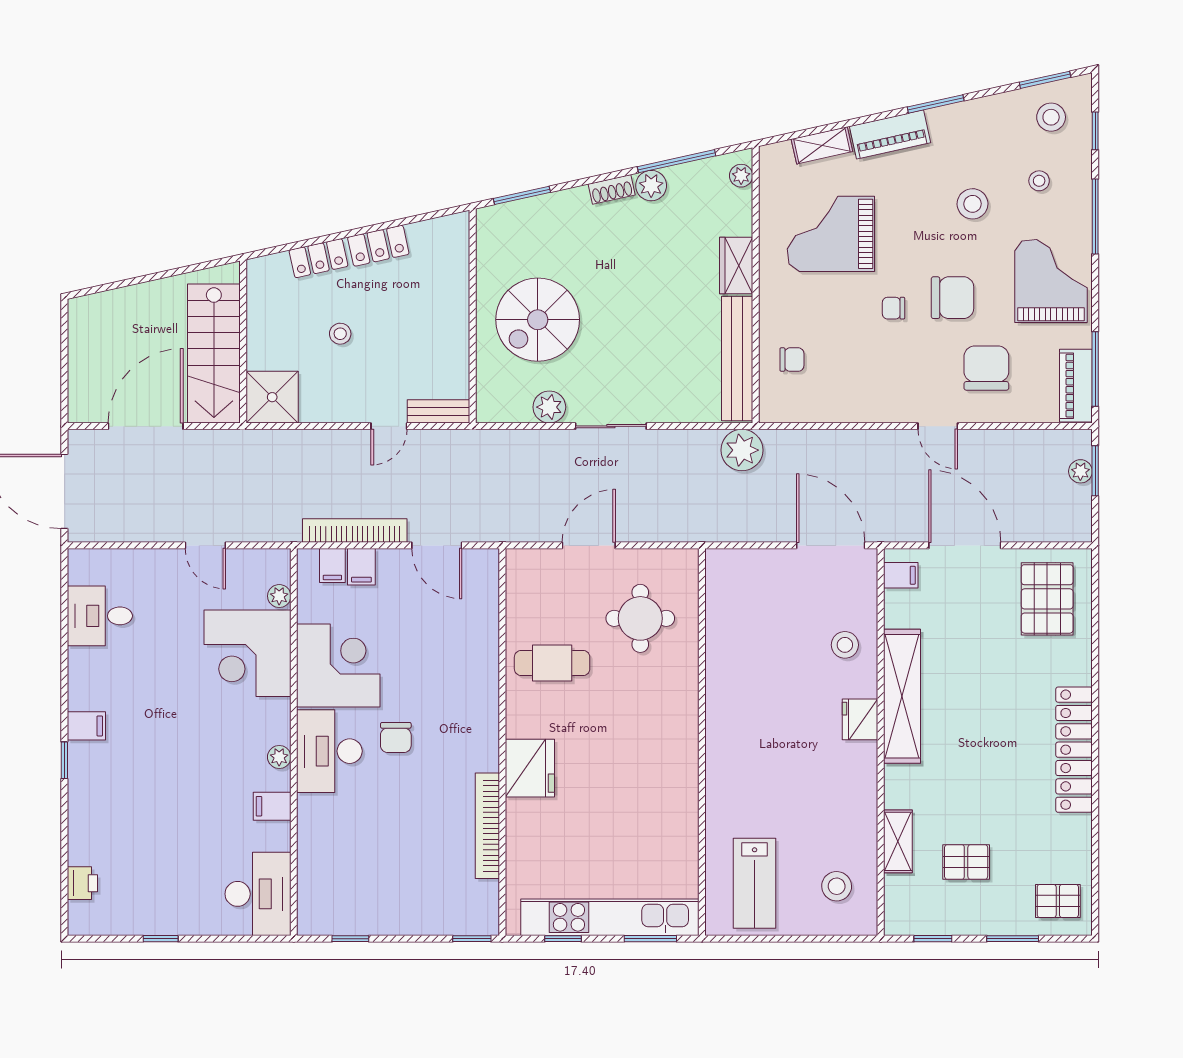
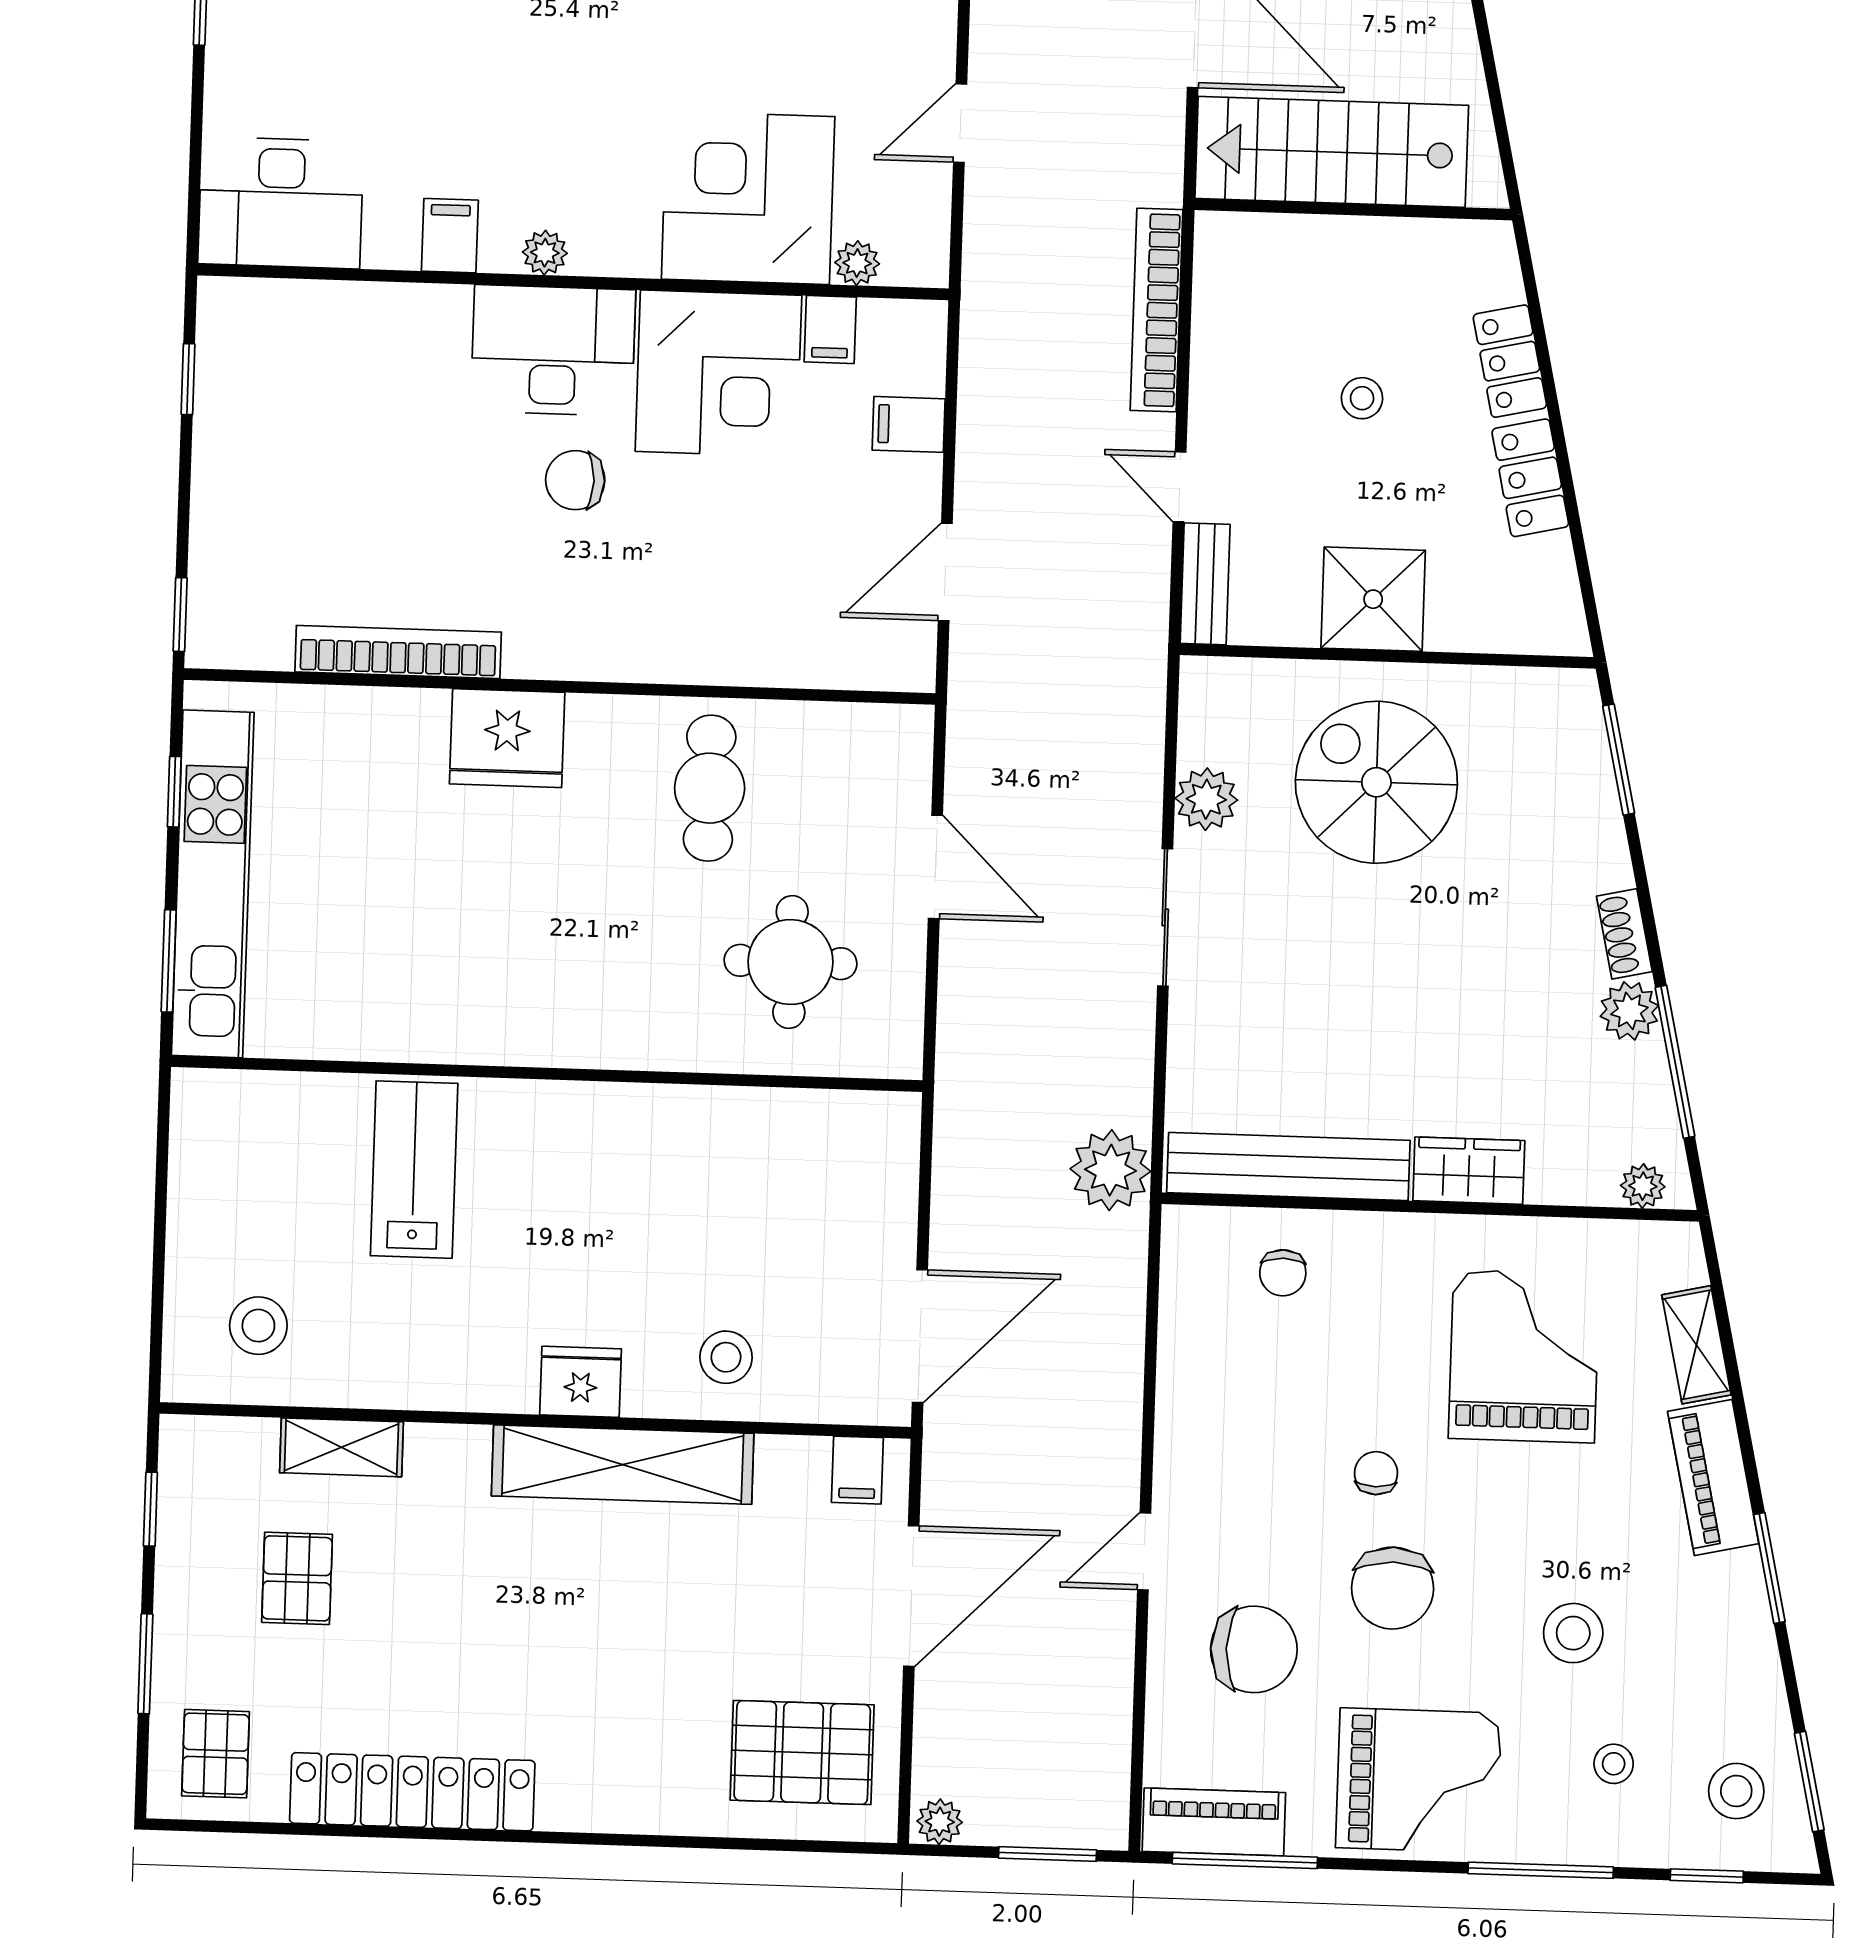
shower: (272, 397) -> (1373, 599), moved
plant: (1080, 471) -> (940, 1822), moved
bookcase: (355, 531) -> (1157, 310), moved, turned 180
filing cabinet: (332, 565) -> (830, 330), moved, turned -90
locker: (1074, 750) -> (412, 1792), moved
lab bench: (755, 883) -> (414, 1170), moved, turned 90

